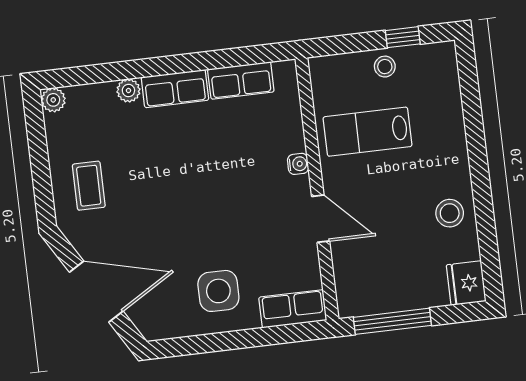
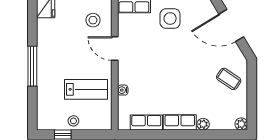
water cooler: (298, 164) -> (123, 90), moved
window: (479, 165) -> (32, 66), added
coffee table: (89, 186) -> (229, 79), turned -56
stool: (450, 213) -> (93, 20), moved

